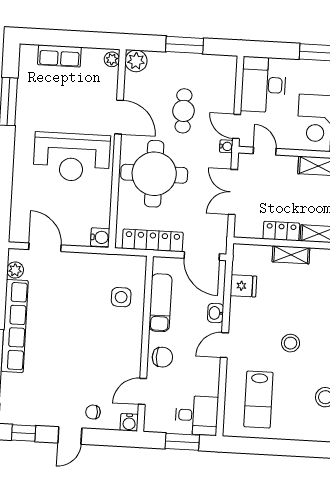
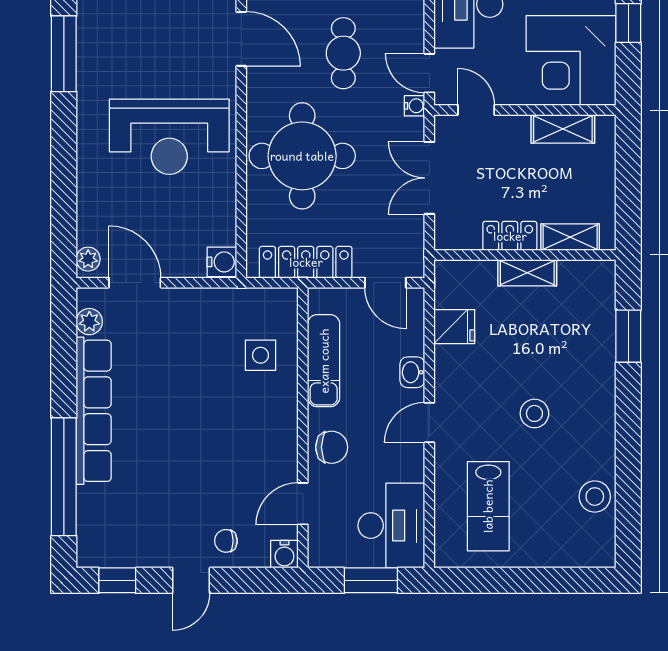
door: (119, 117) -> (241, 39), moved
plant: (17, 231) -> (88, 259), added
door: (202, 256) -> (385, 283), width x0.73
desk: (197, 415) -> (391, 526), width x1.37

